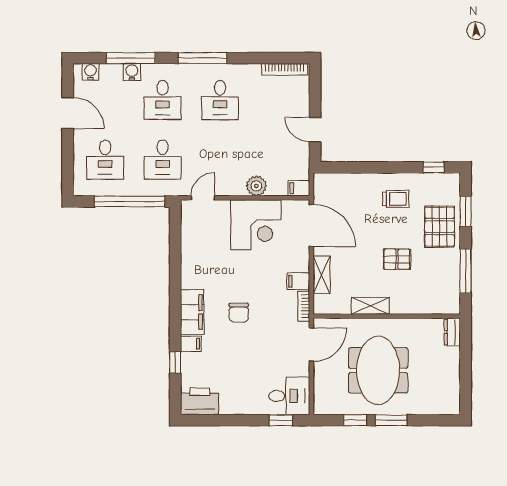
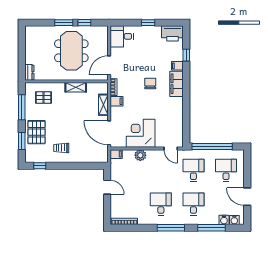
water cooler: (132, 72) -> (224, 220), moved
door: (203, 198) -> (171, 149), hinge flipped
pallet: (397, 259) -> (44, 98), moved
window: (281, 420) -> (148, 23), moved

